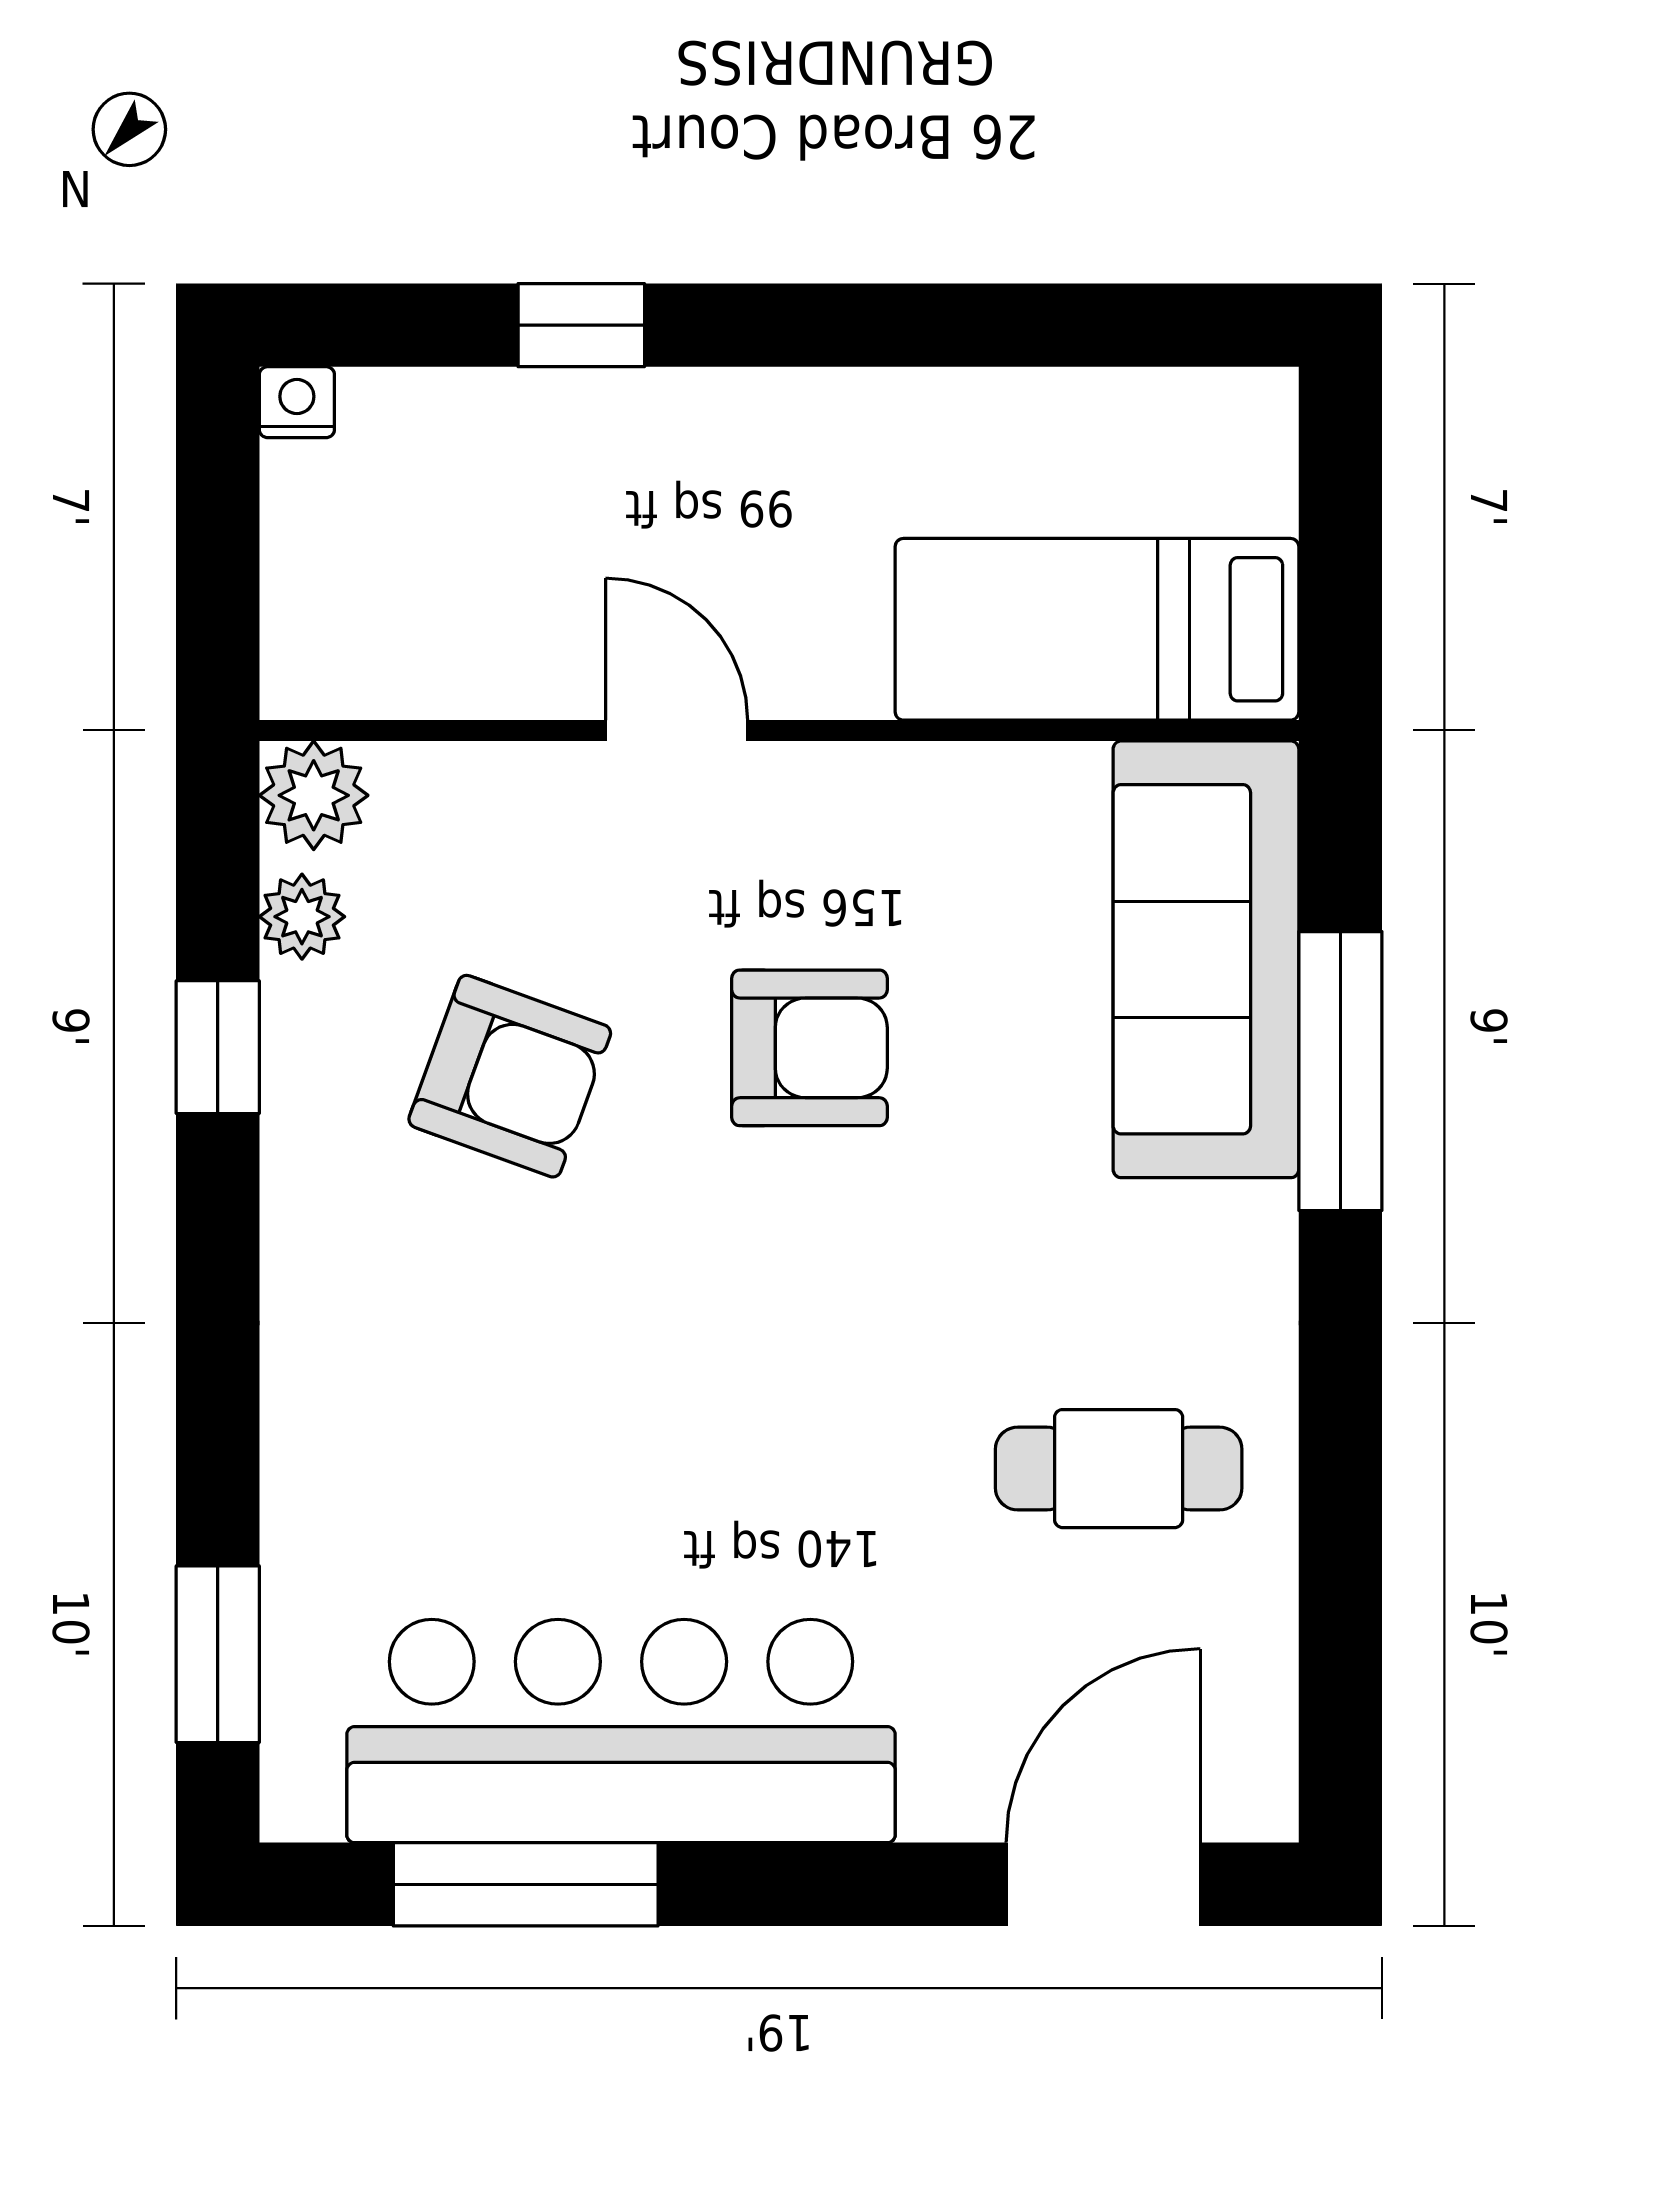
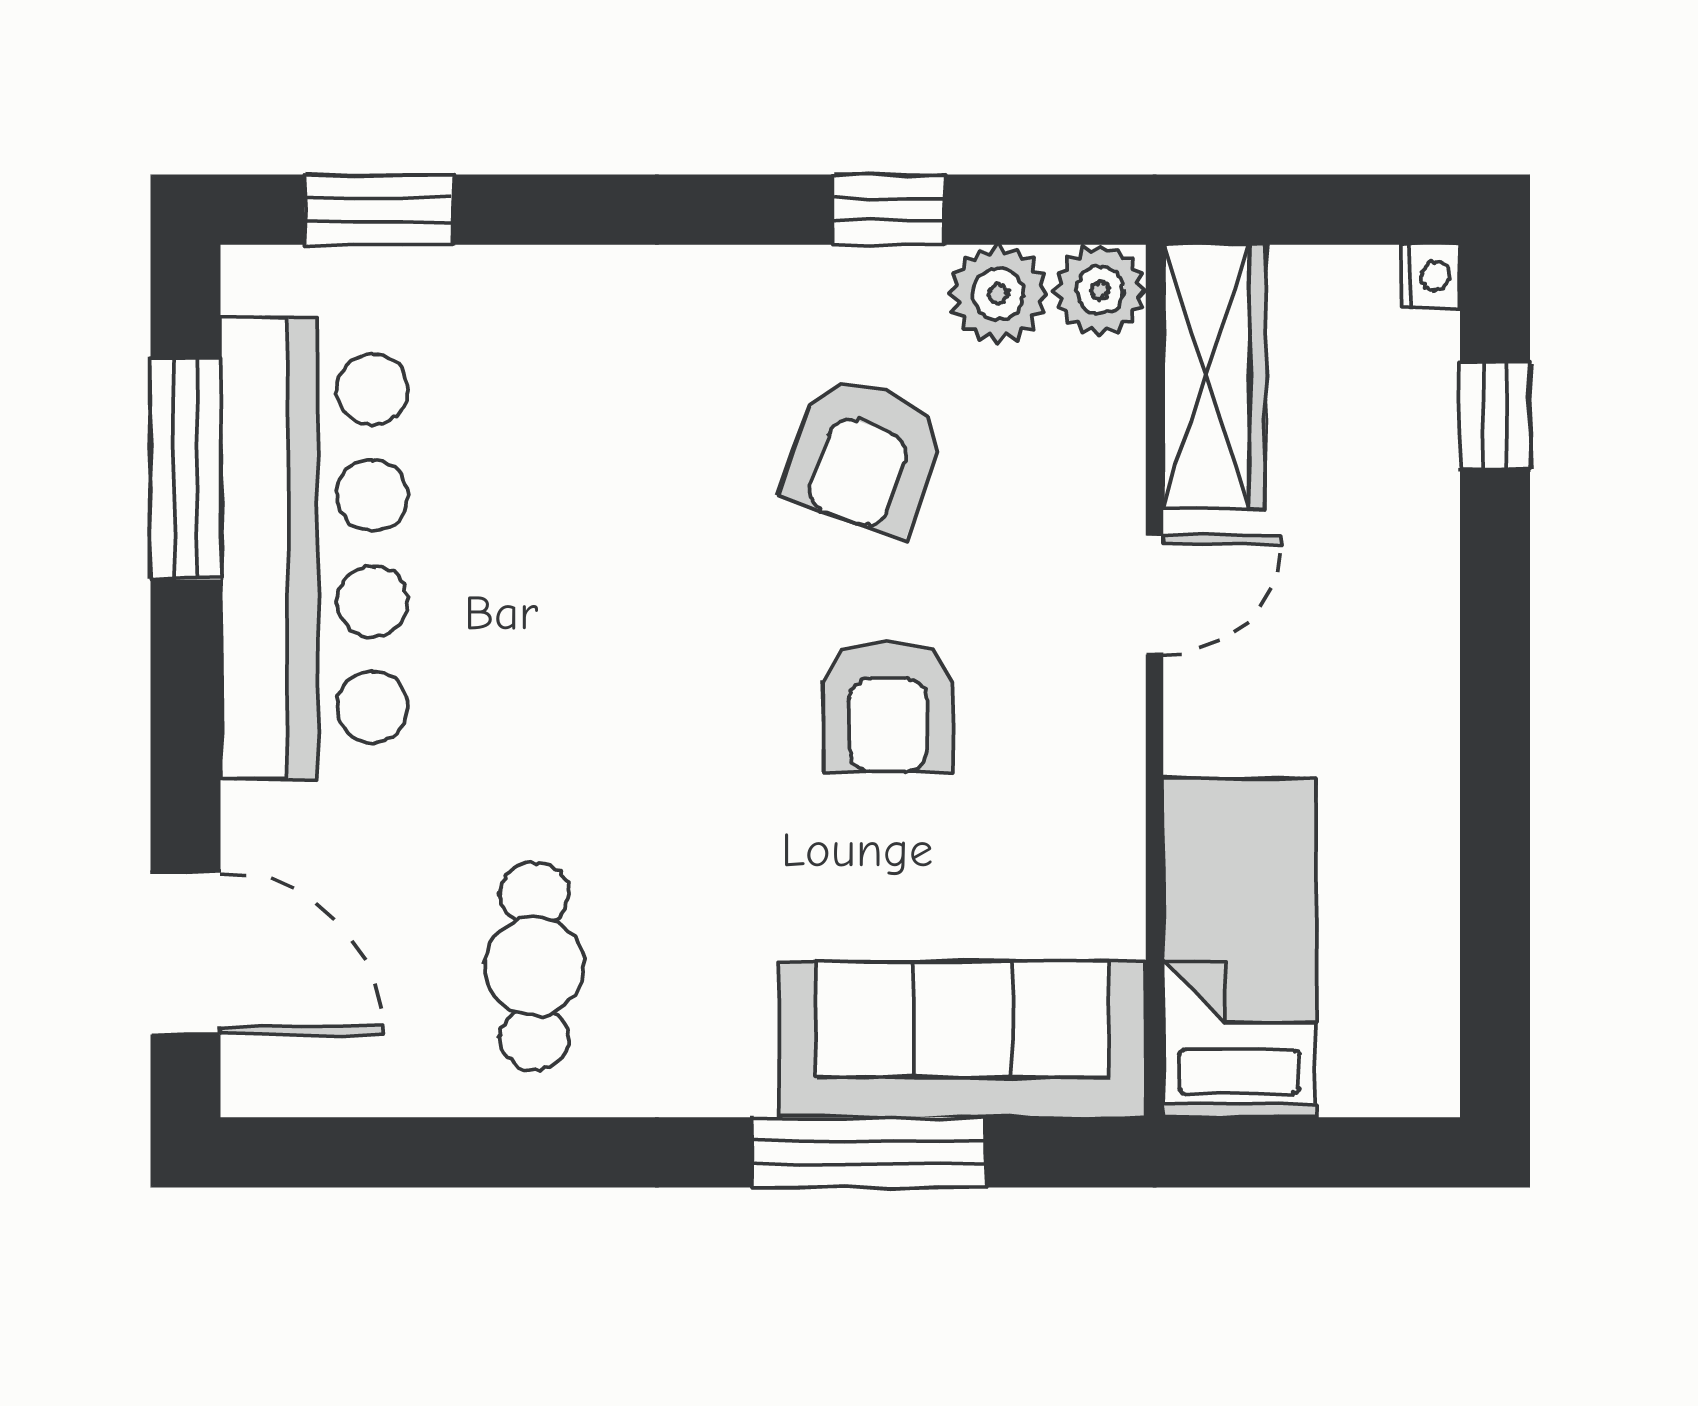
window: (581, 325) -> (1495, 416), moved
wardrobe: (417, 659) -> (1214, 377), added
plant: (302, 917) -> (998, 294), width x1.38, depth x1.38

